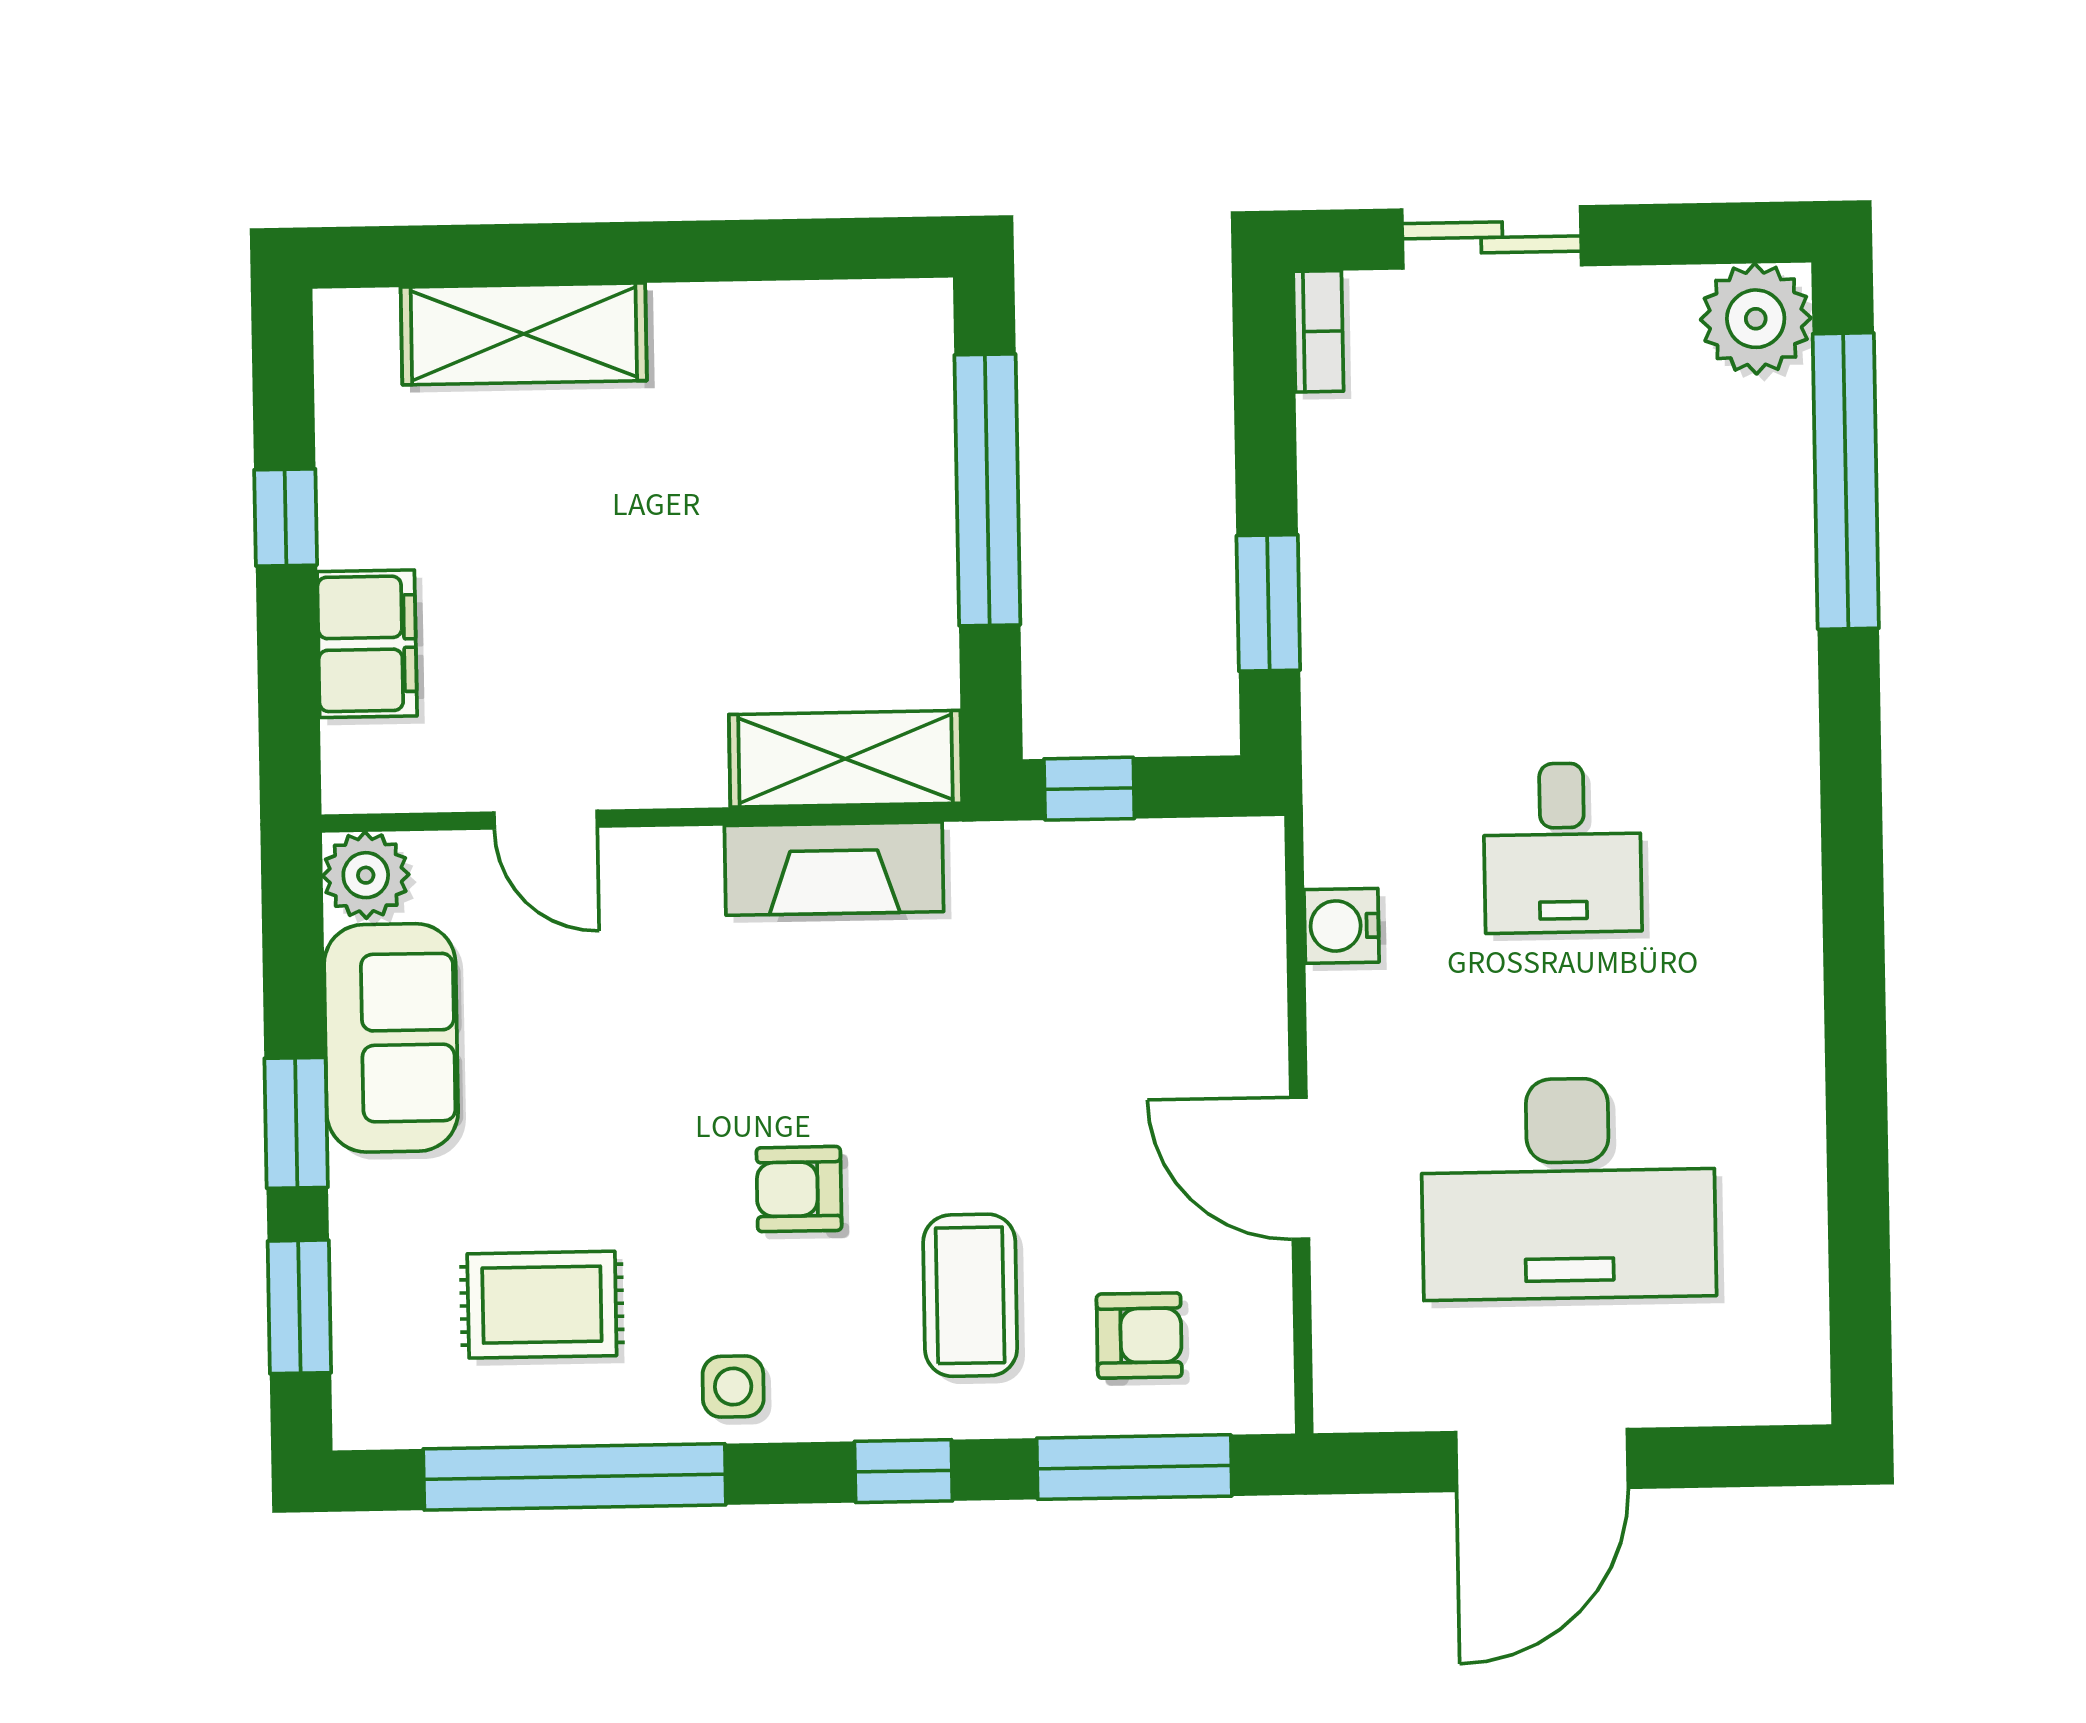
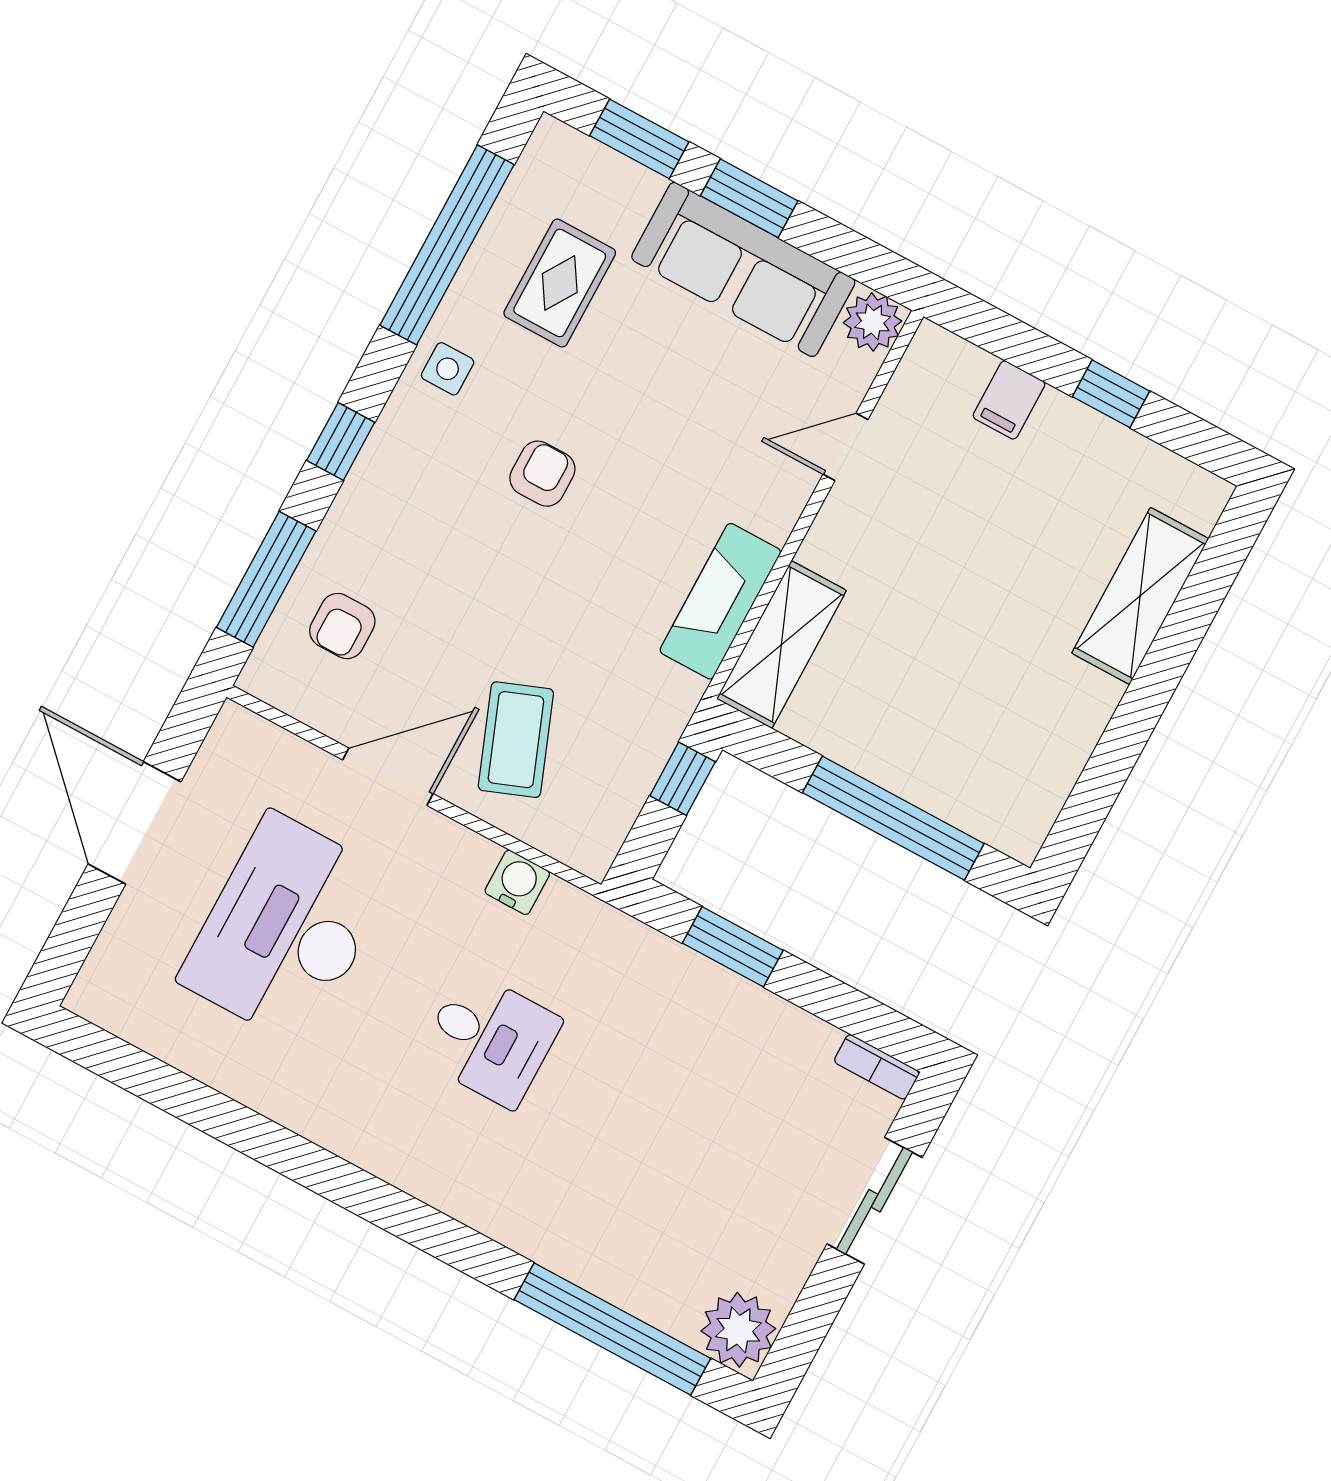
filing cabinet: (367, 644) -> (1009, 400), width x0.50
desk: (1562, 848) -> (490, 1039), turned 180
sofa: (391, 1038) -> (743, 269), width x1.36
coffee table: (970, 1295) -> (516, 740), moved, turned 69

